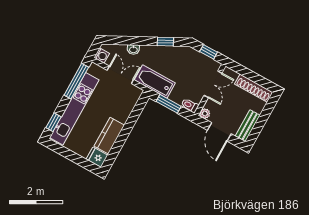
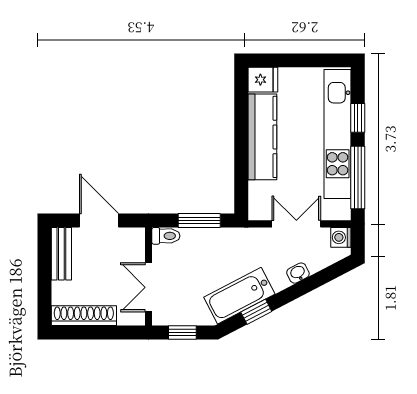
double door: (120, 75) -> (296, 224), swing flipped
bathtub: (155, 81) -> (239, 296), moved, turned 152
plant: (205, 114) -> (136, 236), removed
window: (54, 122) -> (358, 118), moved
kitchen counter: (109, 136) -> (262, 137), width x1.50

